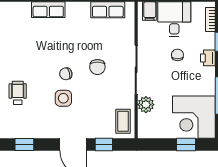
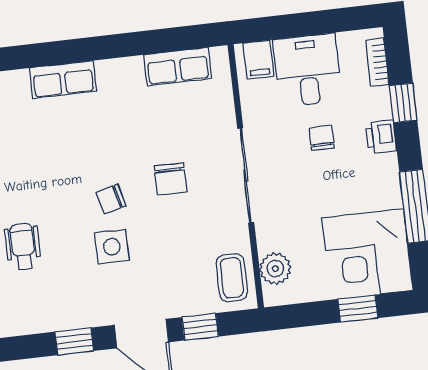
plant: (146, 105) -> (275, 269), moved
window: (24, 145) -> (74, 341), moved

